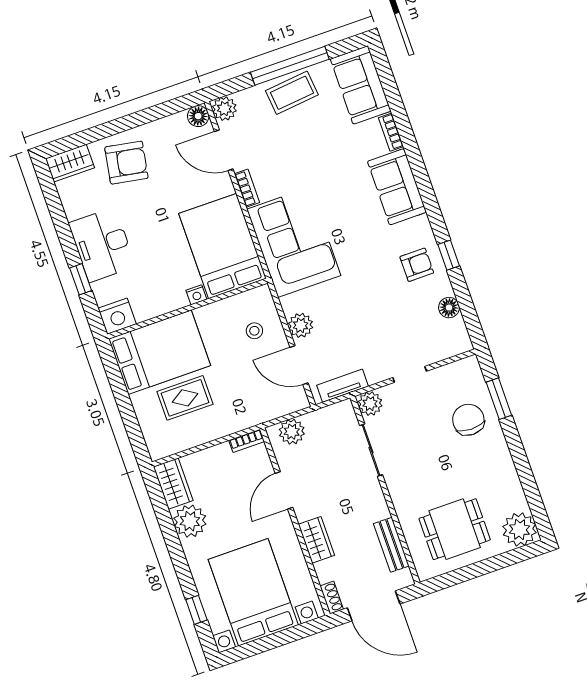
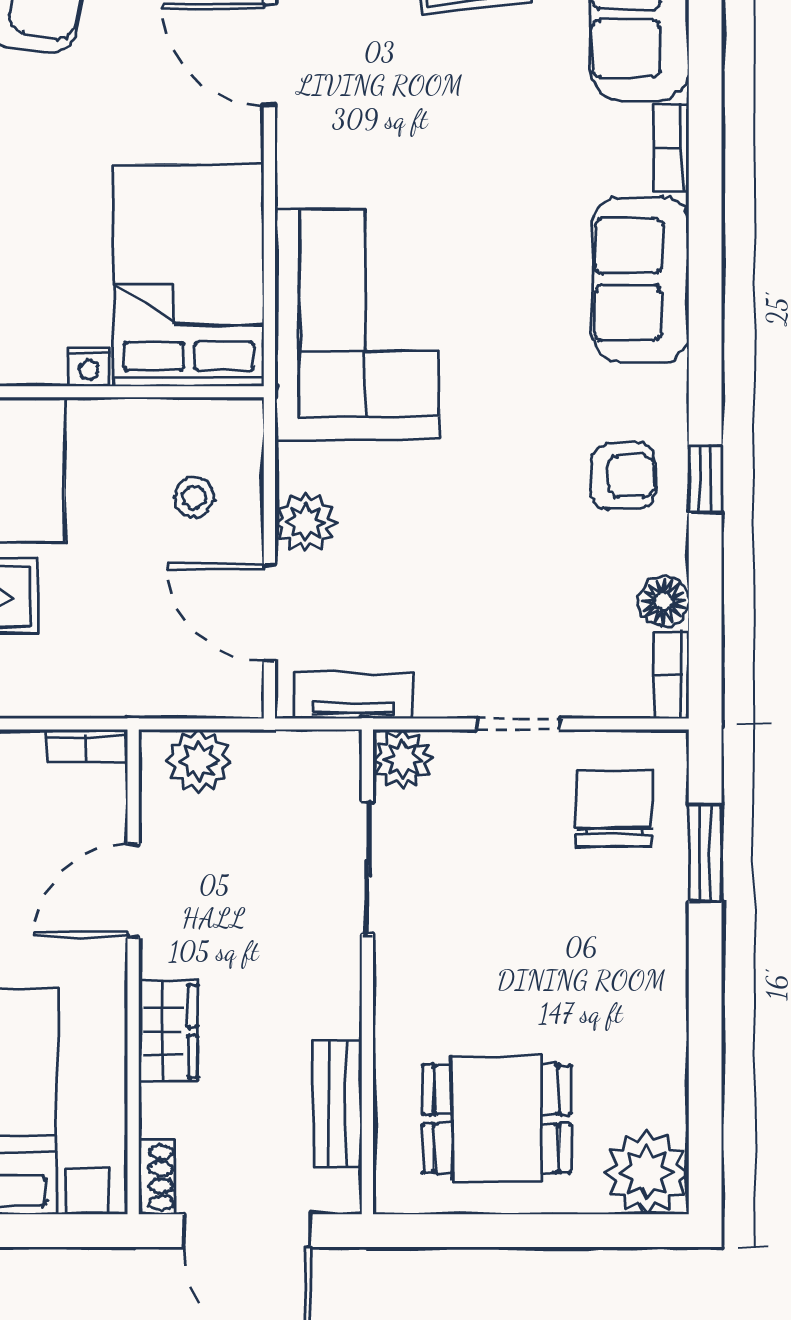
bookcase: (247, 188) -> (671, 675), moved, turned 180
chair: (468, 420) -> (614, 809), moved

